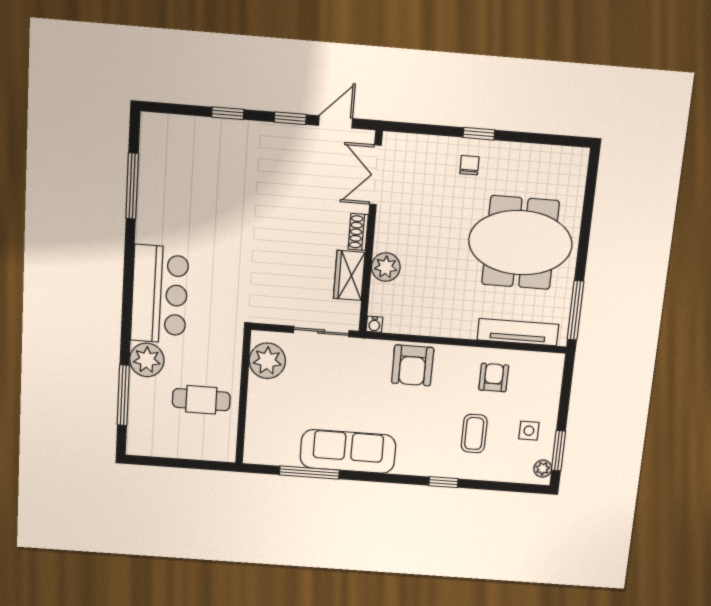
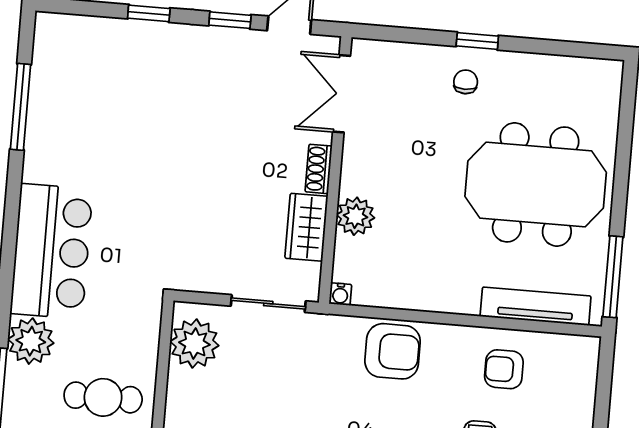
armchair: (413, 365) -> (393, 351), turned -90
armchair: (494, 378) -> (504, 369), turned -90

